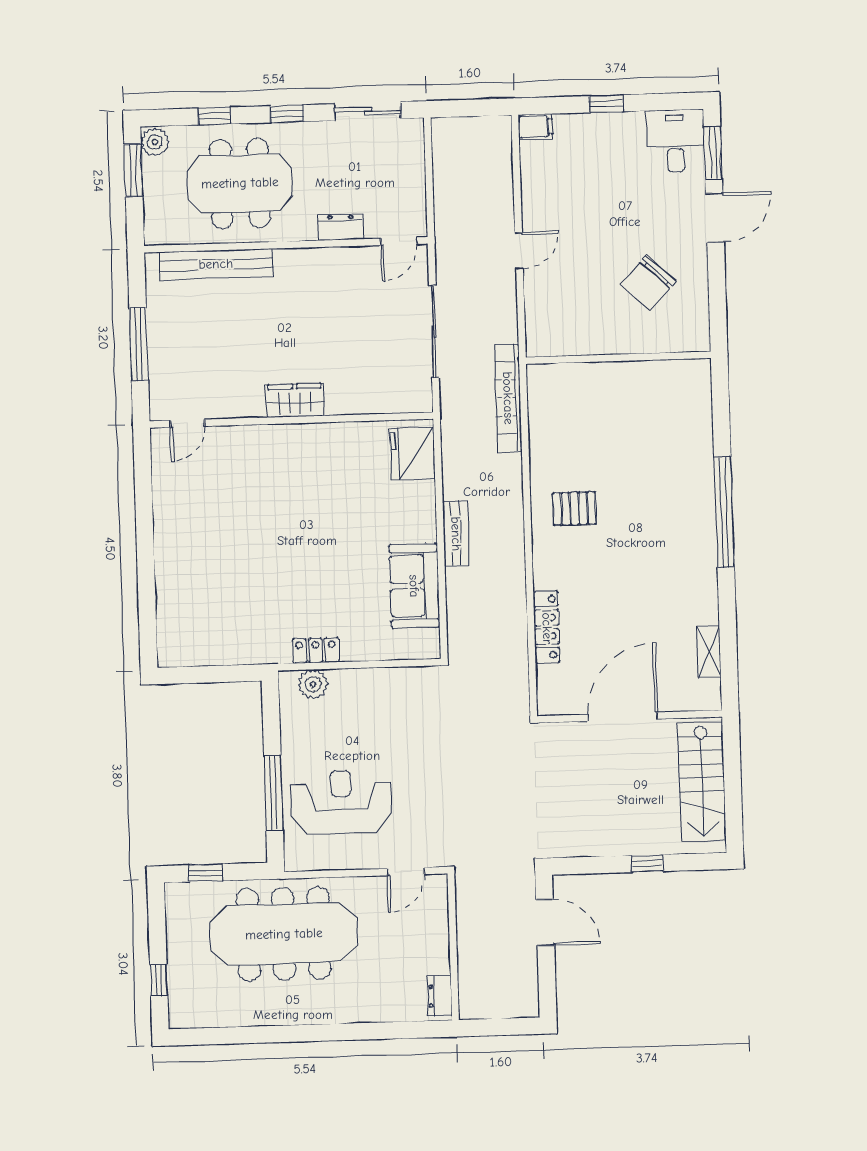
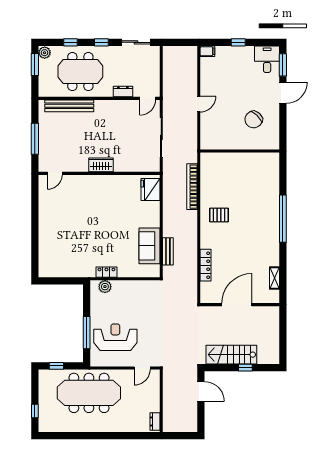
bookcase: (508, 398) -> (192, 187), moved
bench: (456, 534) -> (168, 251), moved
stairs: (702, 782) -> (231, 355), moved, turned 90

